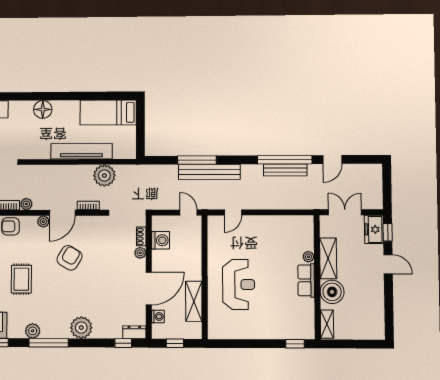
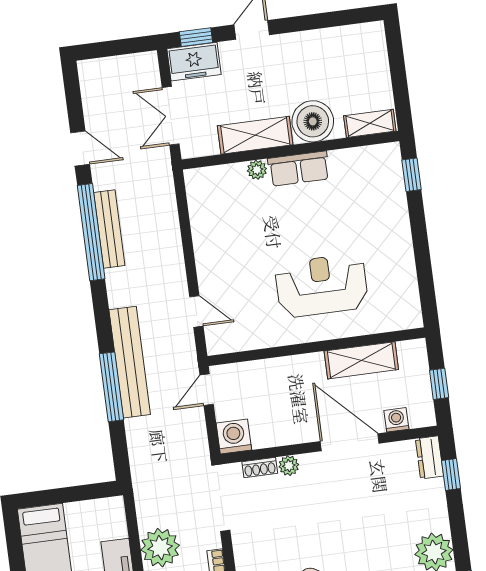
washing machine: (160, 240) -> (234, 436), moved

